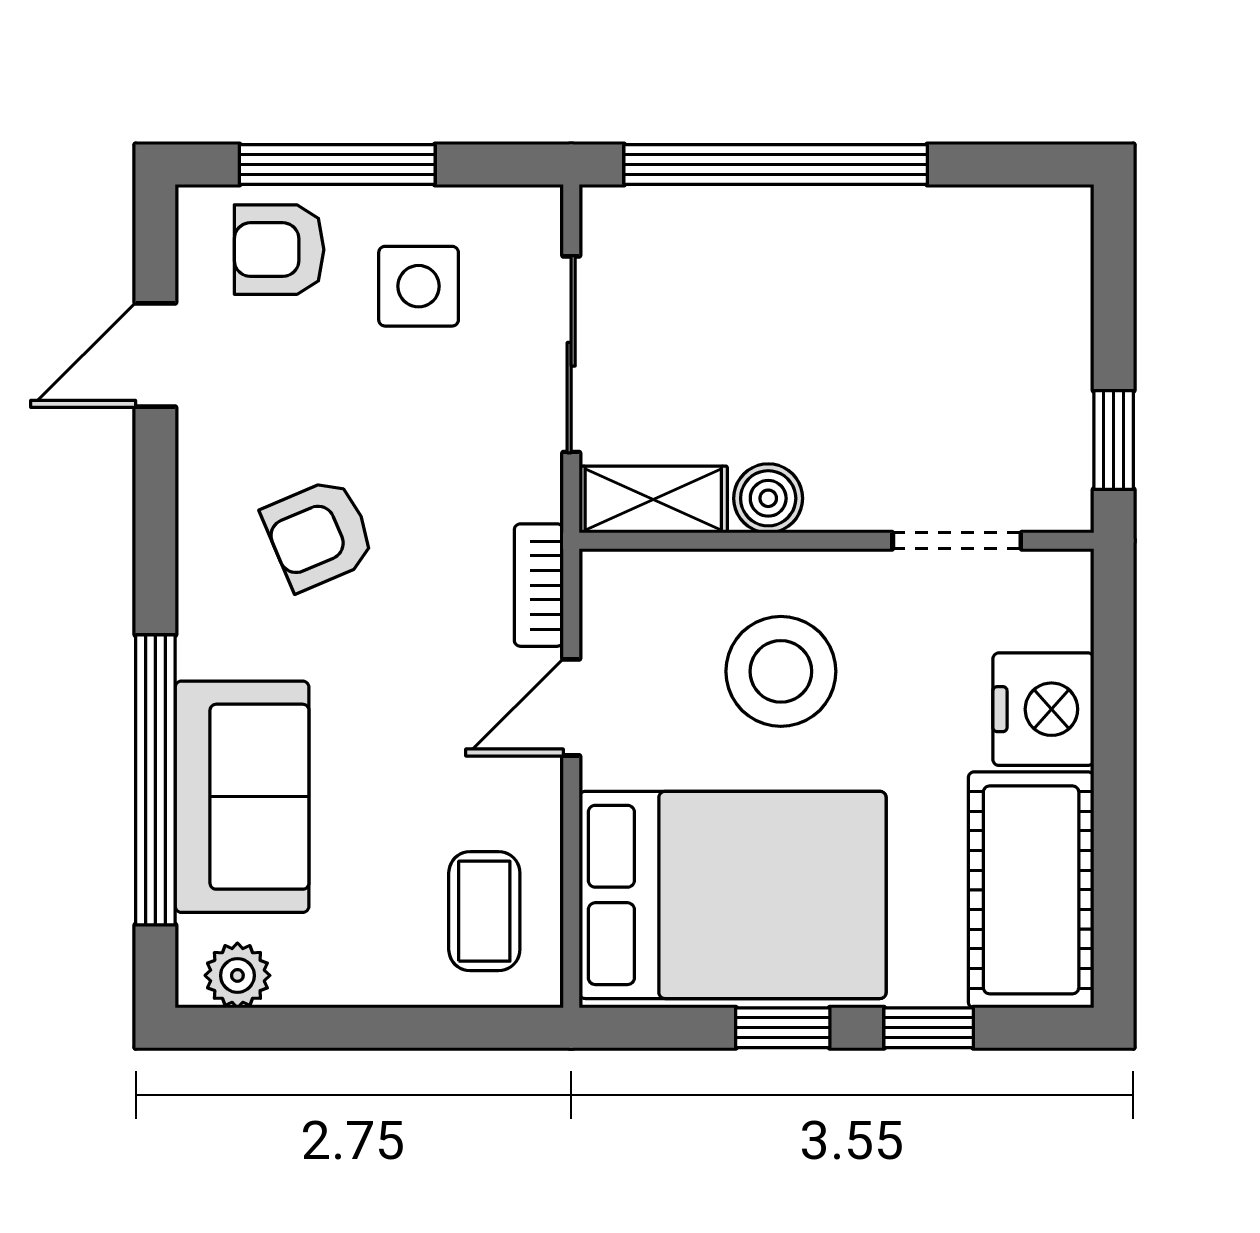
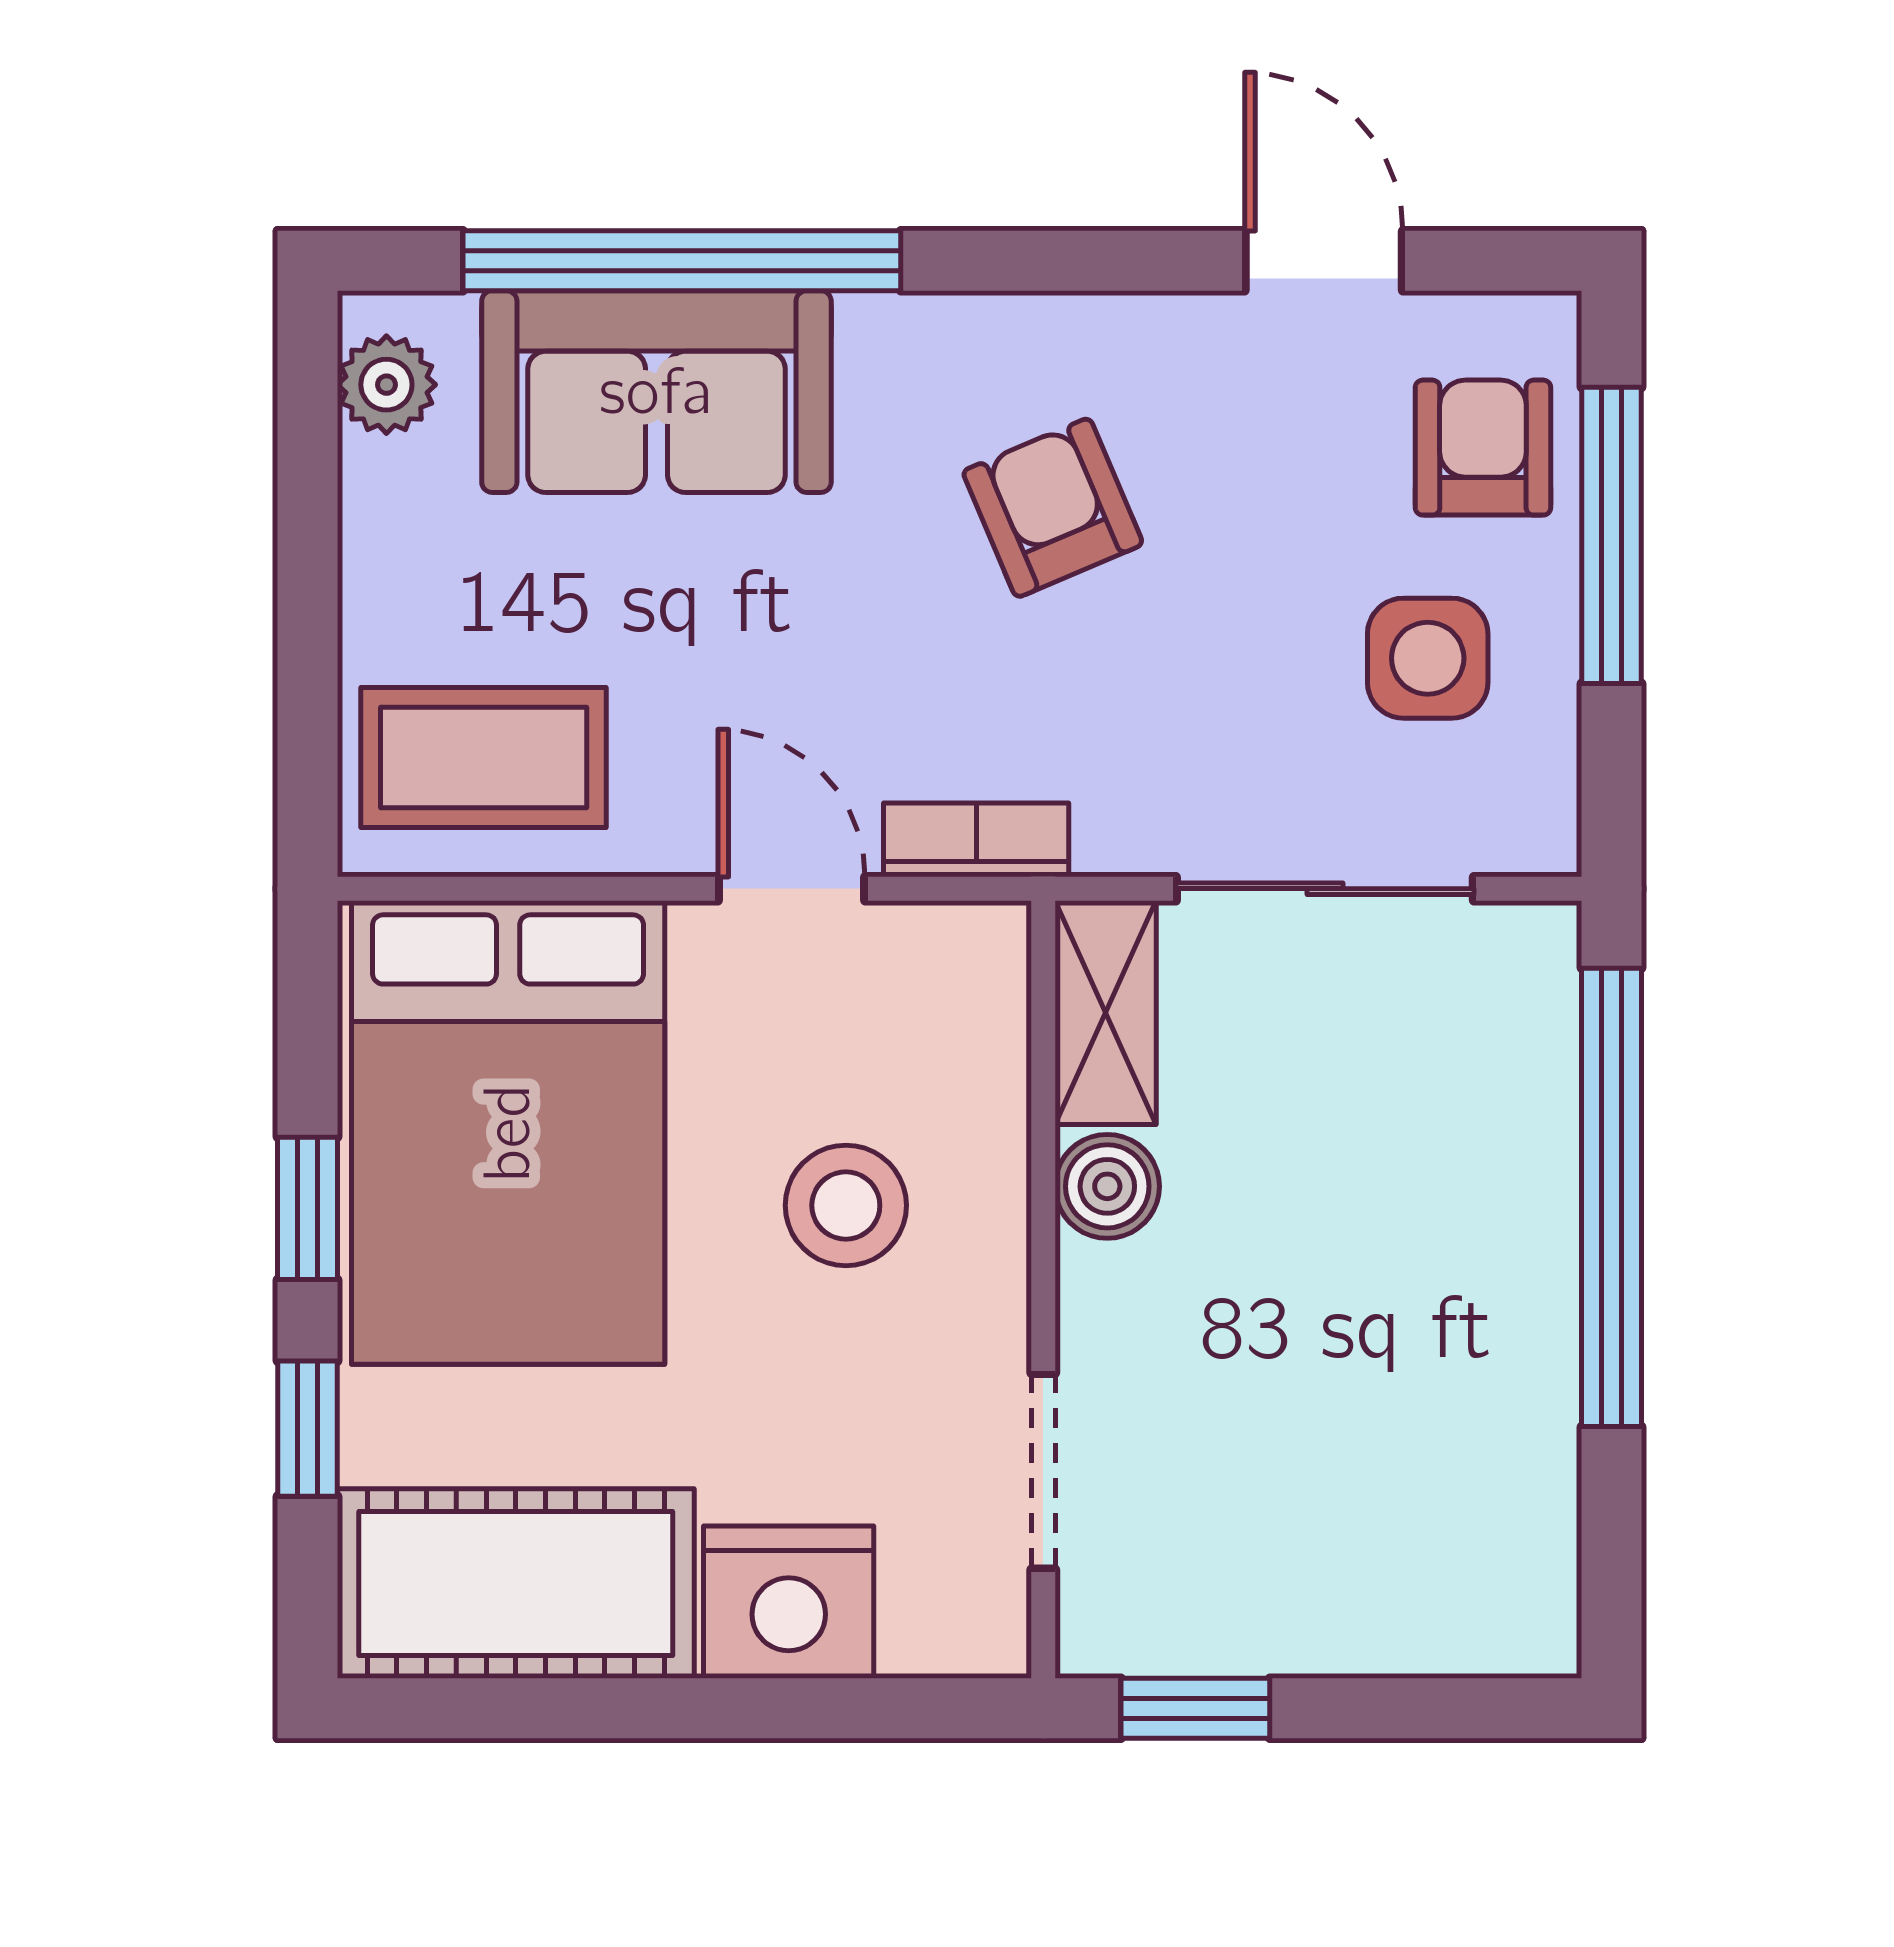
stool: (781, 671) -> (846, 1205), width x0.73, depth x0.73
coffee table: (484, 911) -> (484, 758), width x1.36, depth x1.30

